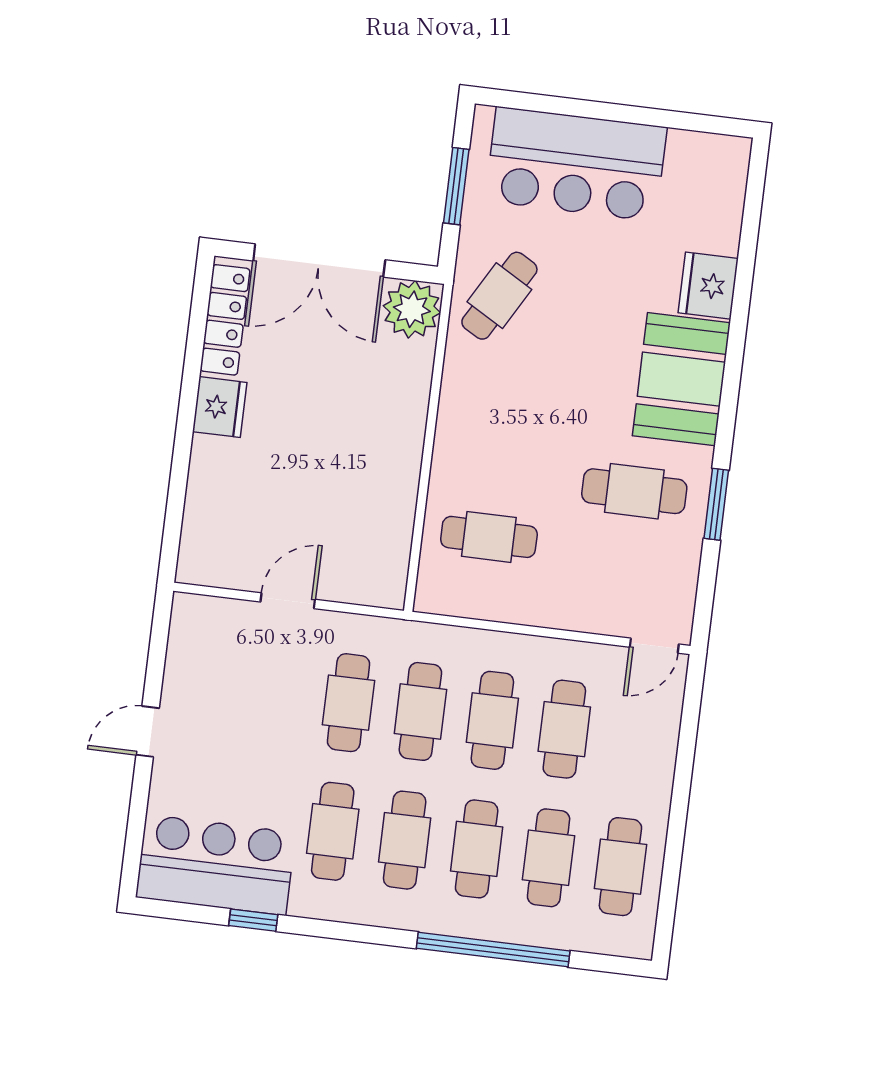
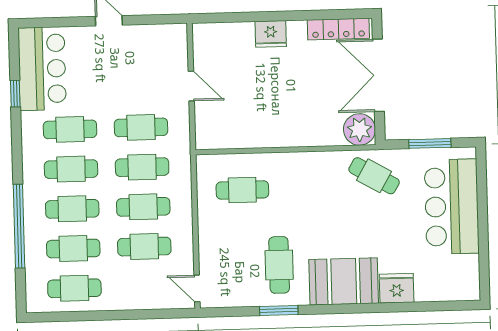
fridge: (220, 407) -> (271, 34), moved
cafe table: (489, 537) -> (242, 190), turned 90

